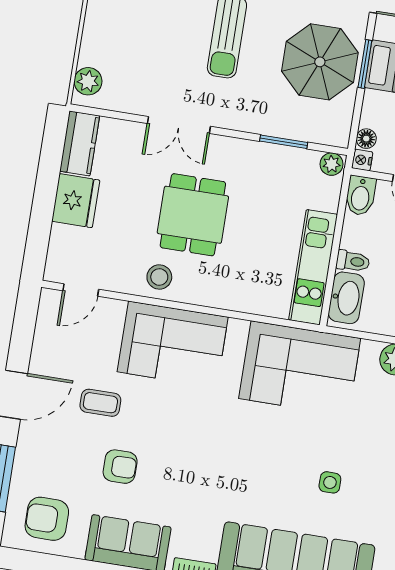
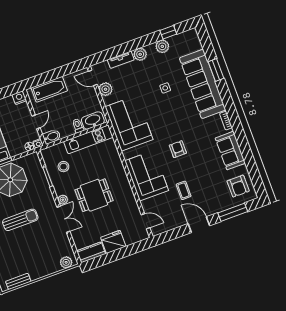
plant: (332, 164) -> (63, 200), moved
stool: (159, 277) -> (63, 167), moved
armchair: (120, 467) -> (178, 149), moved

